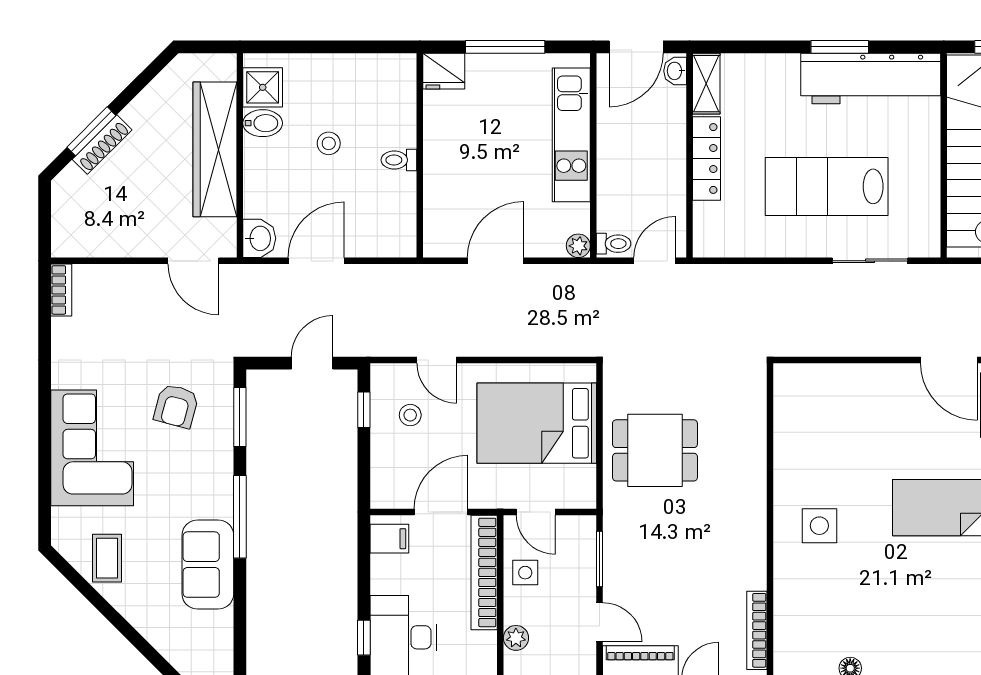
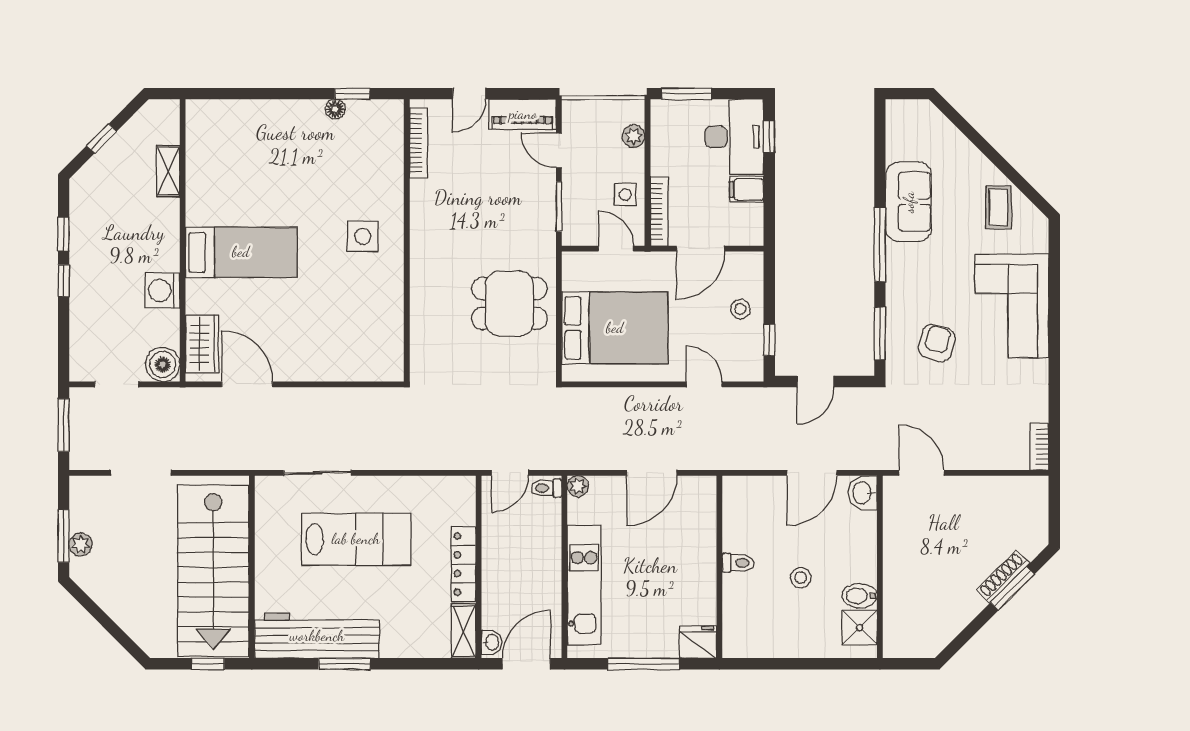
wardrobe: (215, 149) -> (902, 572), removed
stool: (410, 415) -> (740, 309), moved
filing cabinet: (389, 539) -> (747, 189), moved
bookcase: (484, 572) -> (659, 211), width x0.68, depth x0.76

